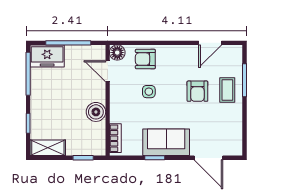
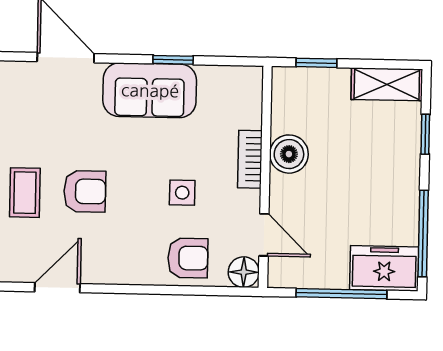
armchair: (197, 91) -> (85, 191), turned 90
bookcase: (115, 138) -> (250, 159), moved

